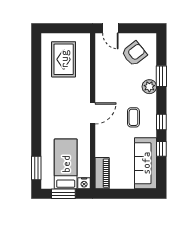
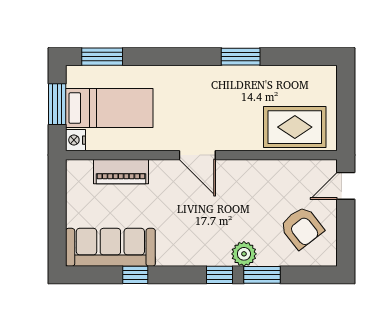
rug: (64, 59) -> (295, 127), moved
window: (36, 89) -> (241, 57), added
coffee table: (133, 117) -> (190, 226), removed
window: (161, 122) -> (219, 275), moved
piano: (102, 173) -> (121, 172), moved

